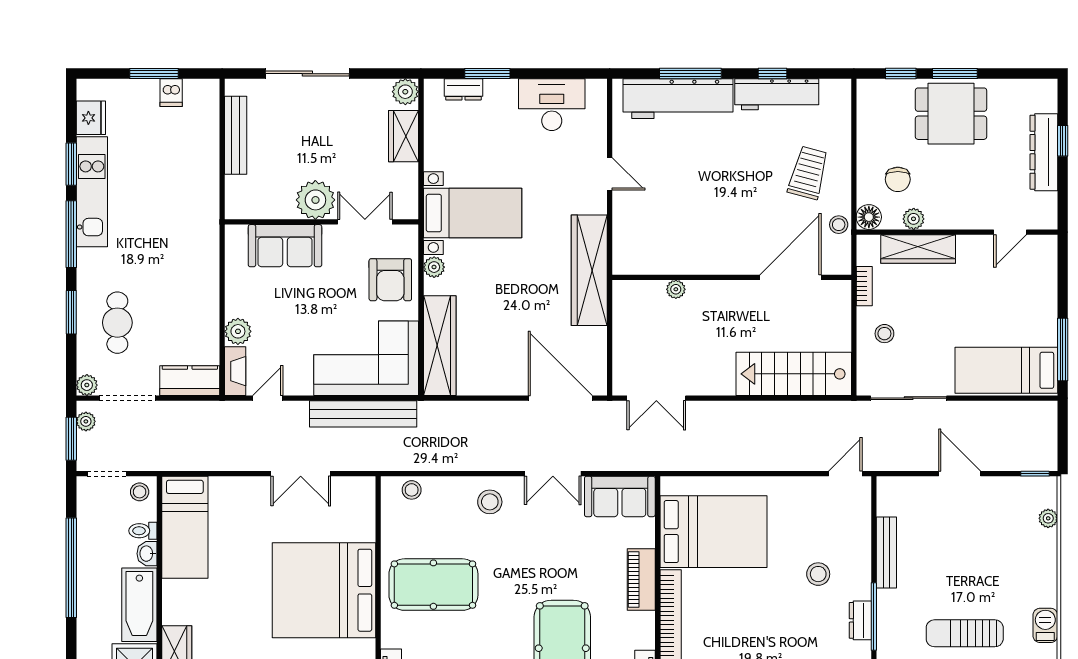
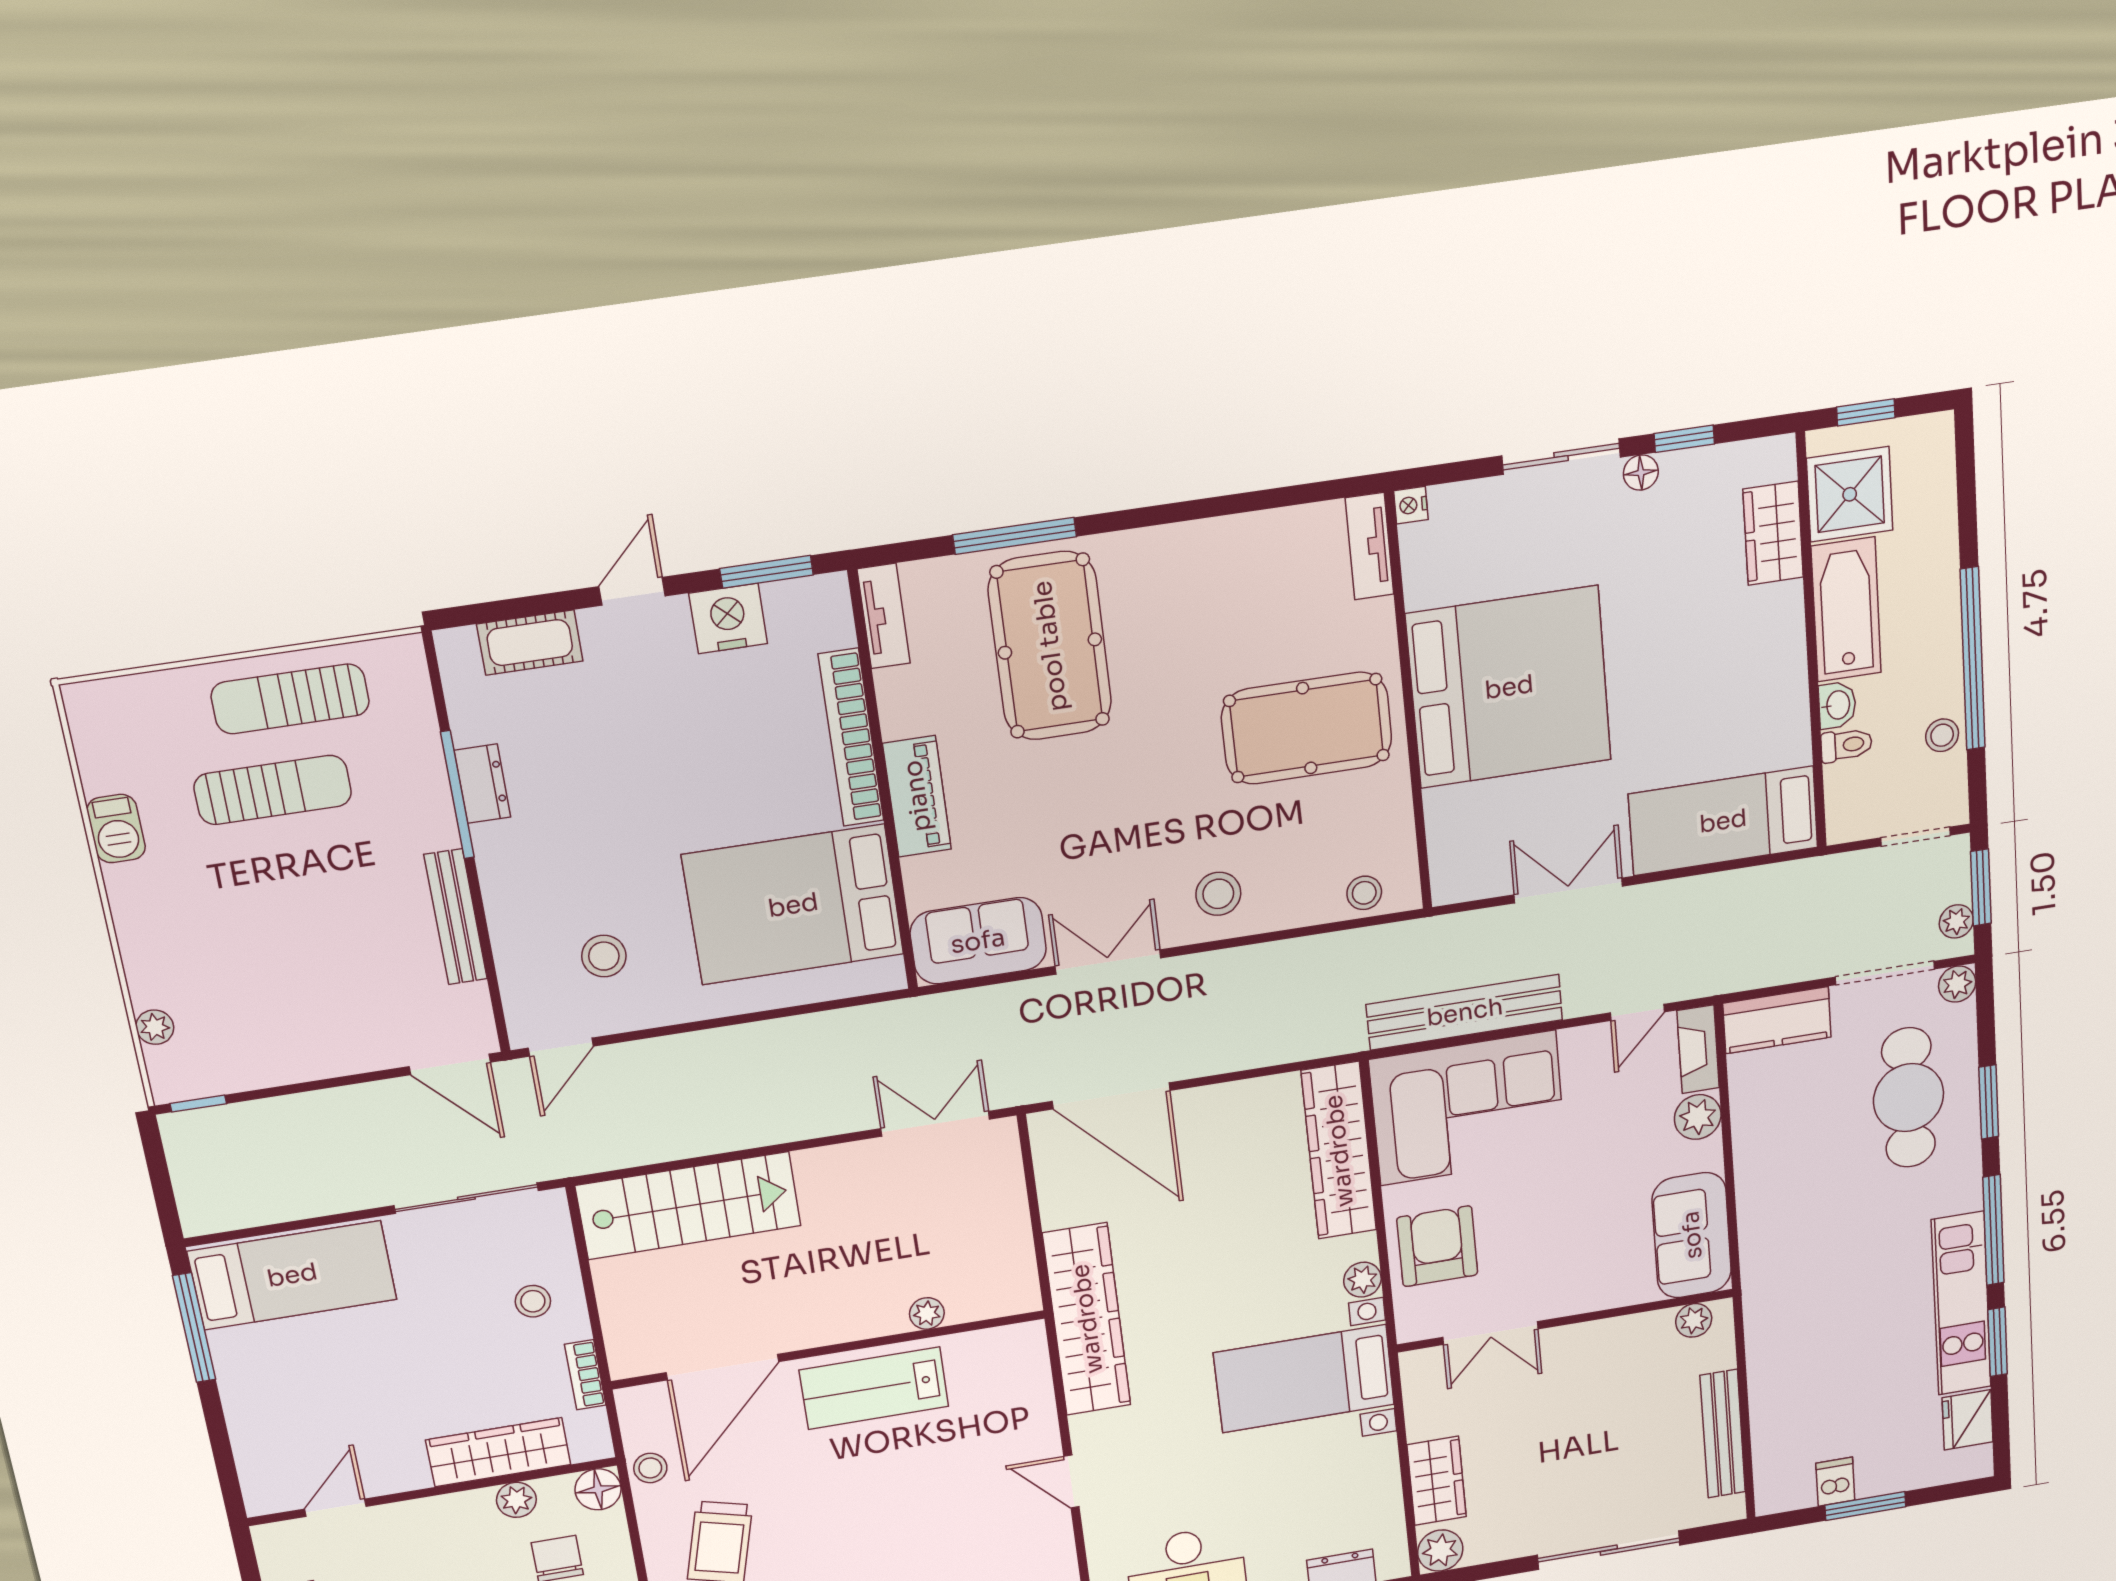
plant: (315, 200) -> (1694, 1320), moved, width x0.53, depth x0.53
sofa: (285, 246) -> (1692, 1235), moved, turned -90
lab bench: (711, 250) -> (874, 1388), added
cafe table: (117, 323) -> (1909, 1098), width x1.37, depth x1.35
door: (960, 474) -> (450, 1064), moved
stool: (140, 492) -> (1942, 735), moved
bed: (185, 527) -> (1723, 821), moved, turned -90
stool: (818, 574) -> (604, 956), moved

